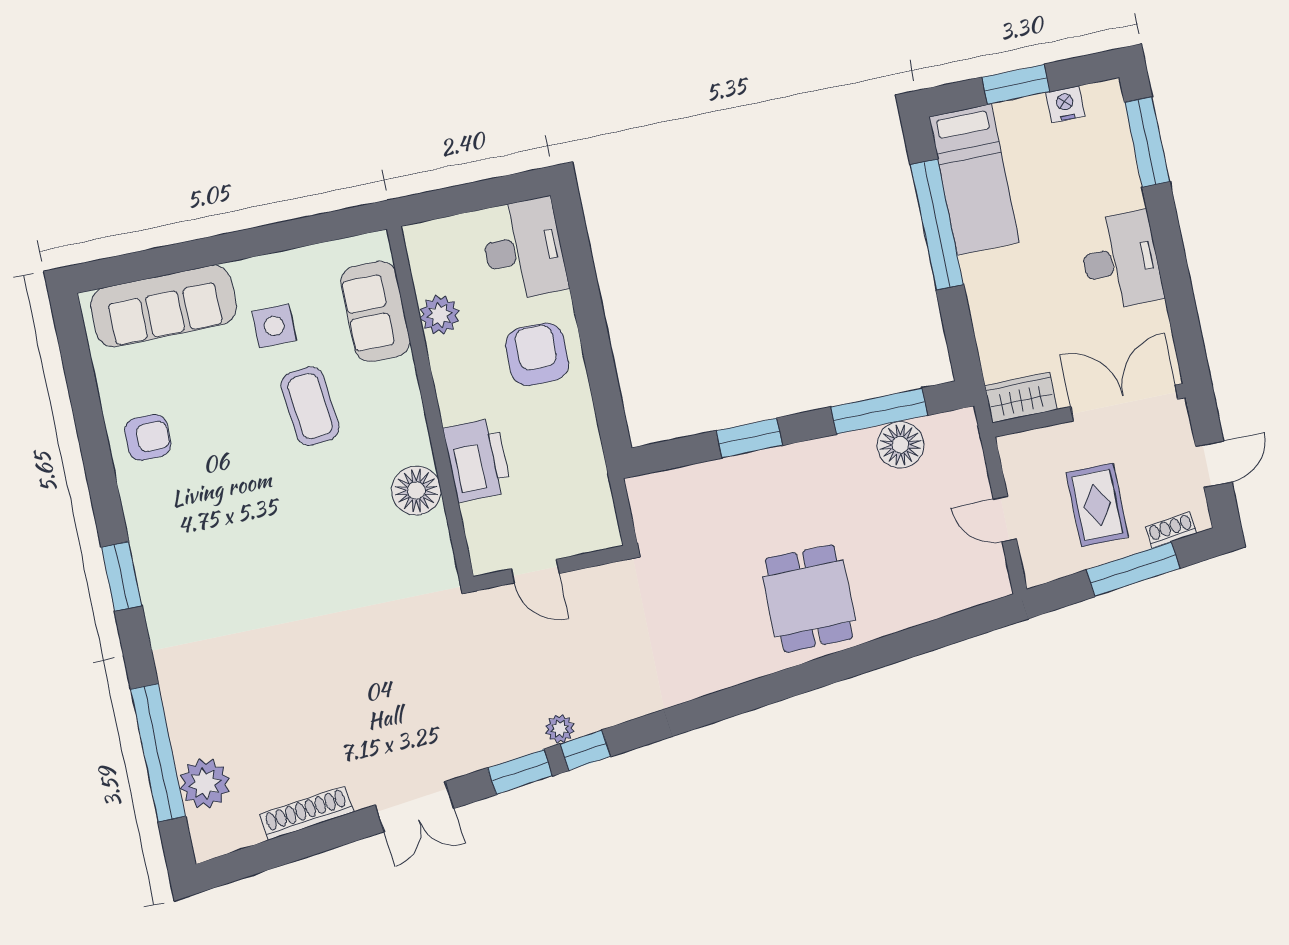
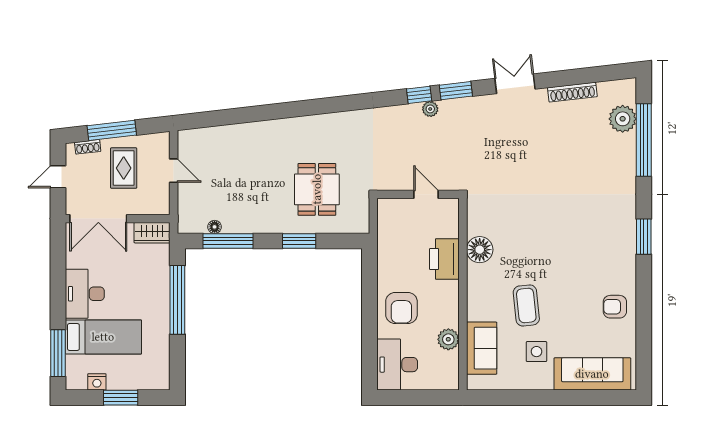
bed: (974, 180) -> (103, 337), moved, turned 90
window: (937, 225) -> (177, 300), moved
floor lamp: (900, 445) -> (215, 227), width x0.53, depth x0.53
dining table: (809, 599) -> (317, 189), moved

